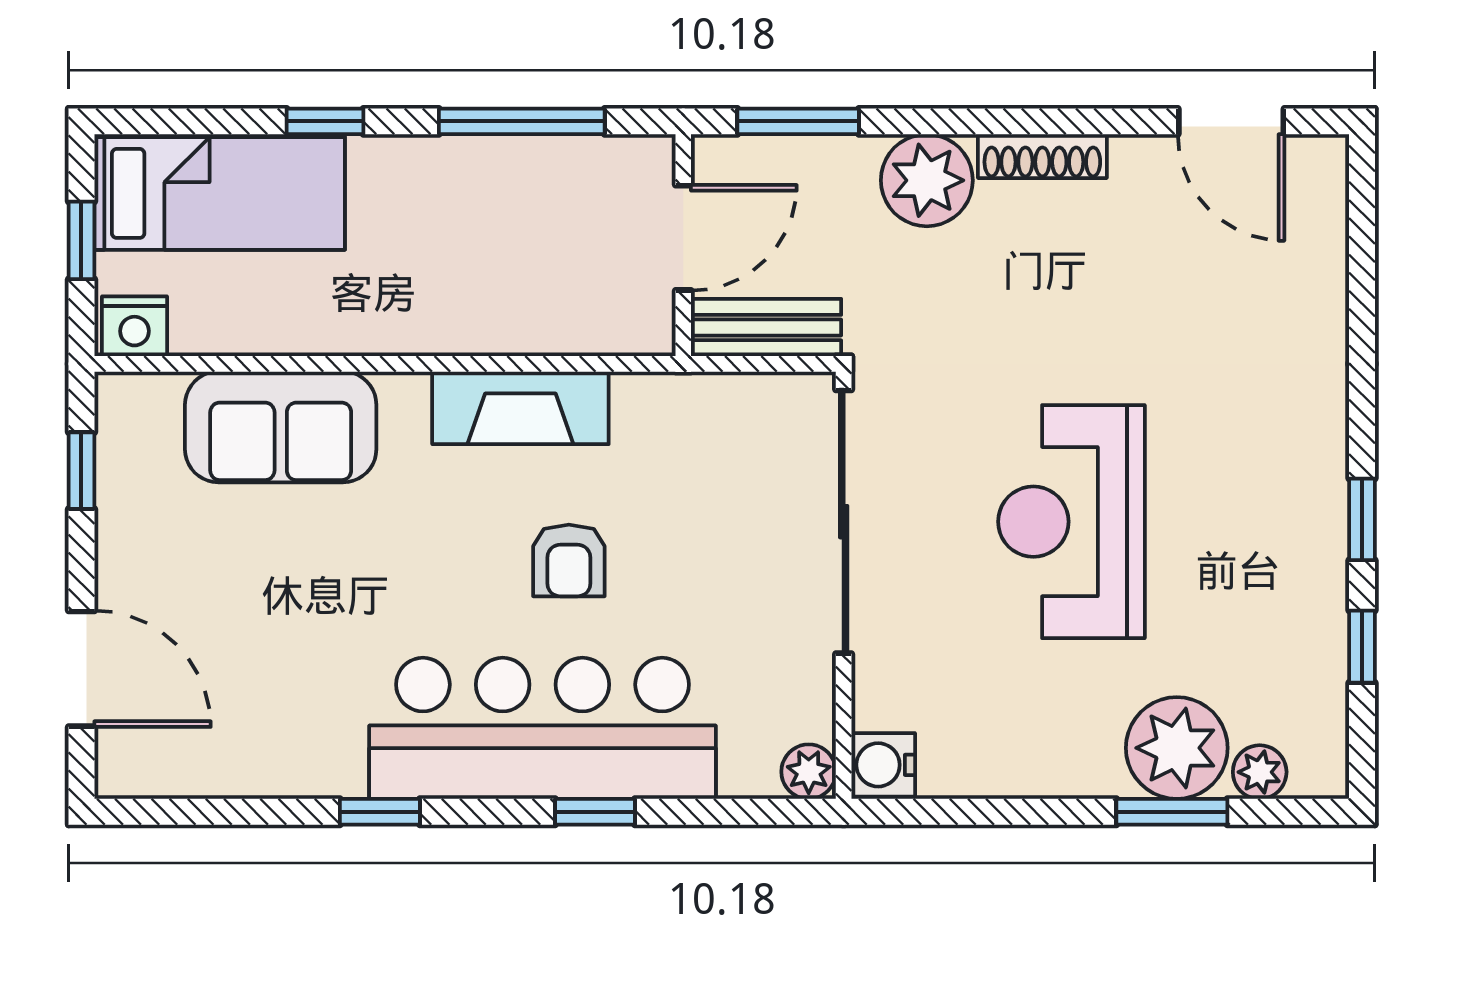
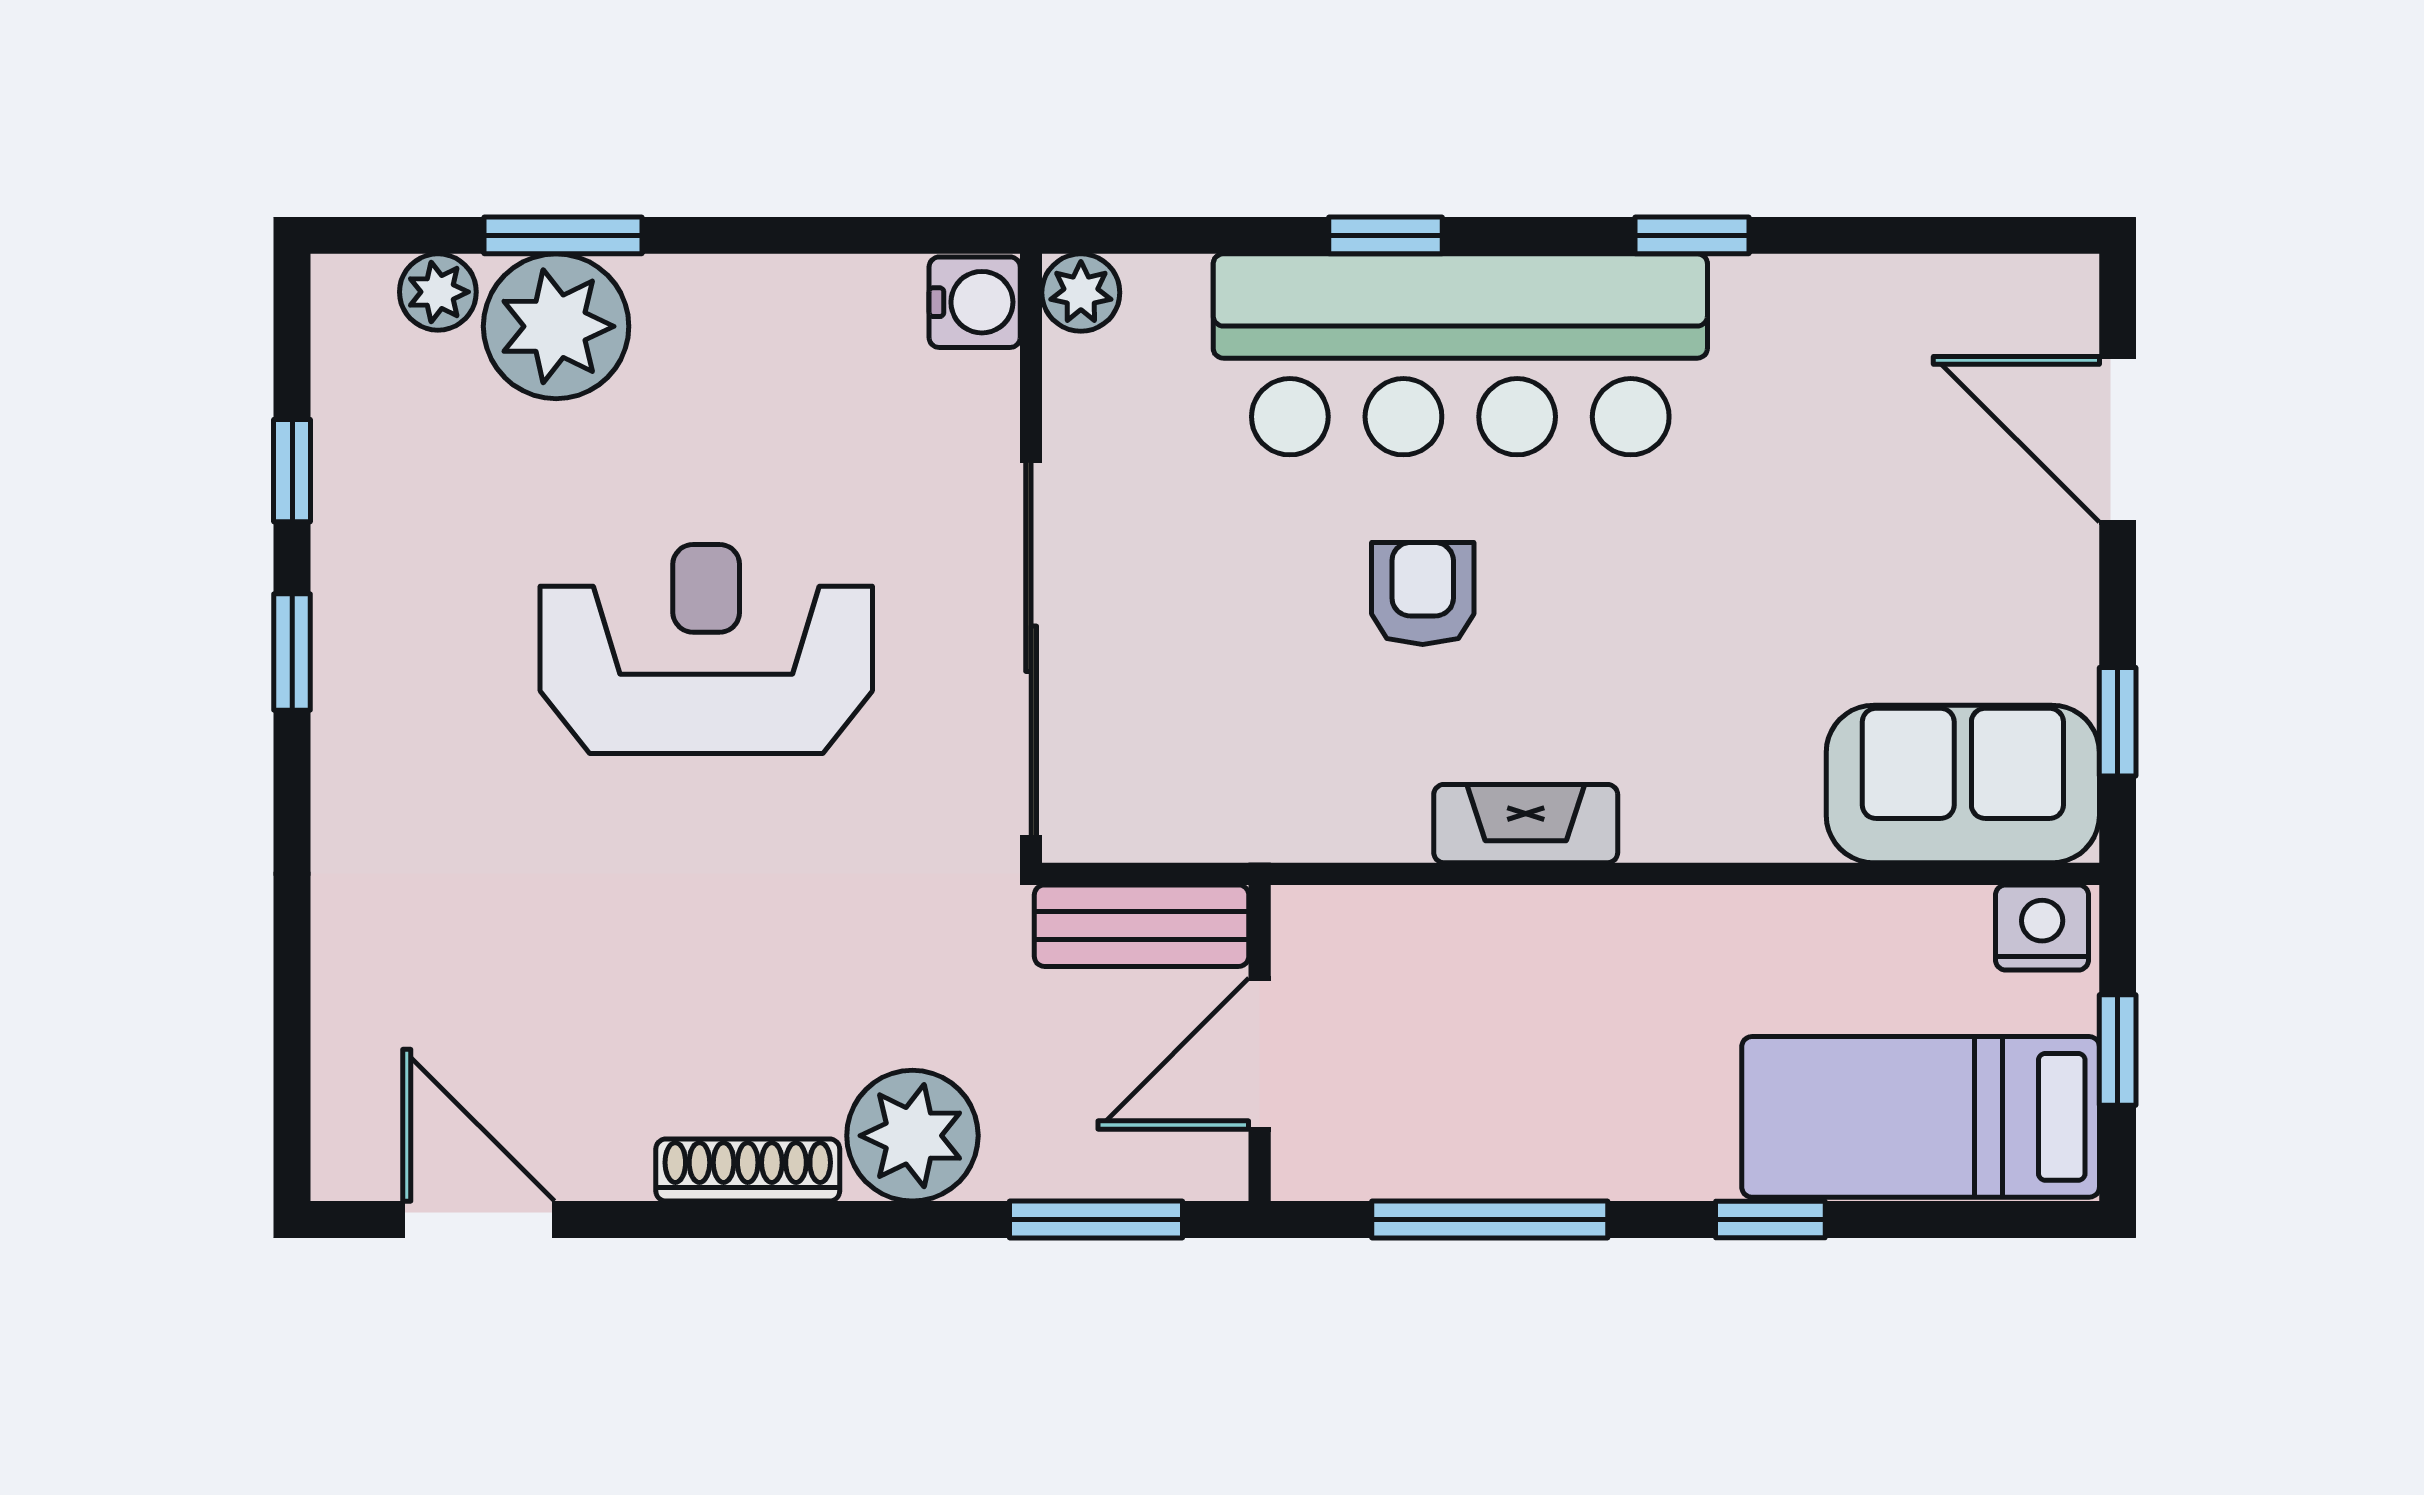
fireplace: (520, 408) -> (1526, 824), width x0.73, depth x0.76
sofa: (281, 427) -> (1963, 784), moved
reception desk: (1071, 522) -> (706, 649), turned -90

